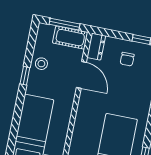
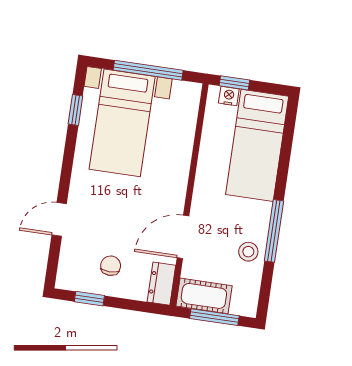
door: (81, 75) -> (183, 237), hinge flipped
window: (25, 76) -> (274, 231), width x2.17

